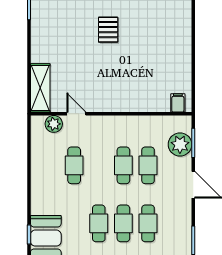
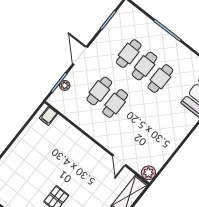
plant: (54, 124) -> (148, 173), moved
plant: (180, 144) -> (65, 85), width x0.53, depth x0.53
cafe table: (74, 165) -> (147, 128), removed

